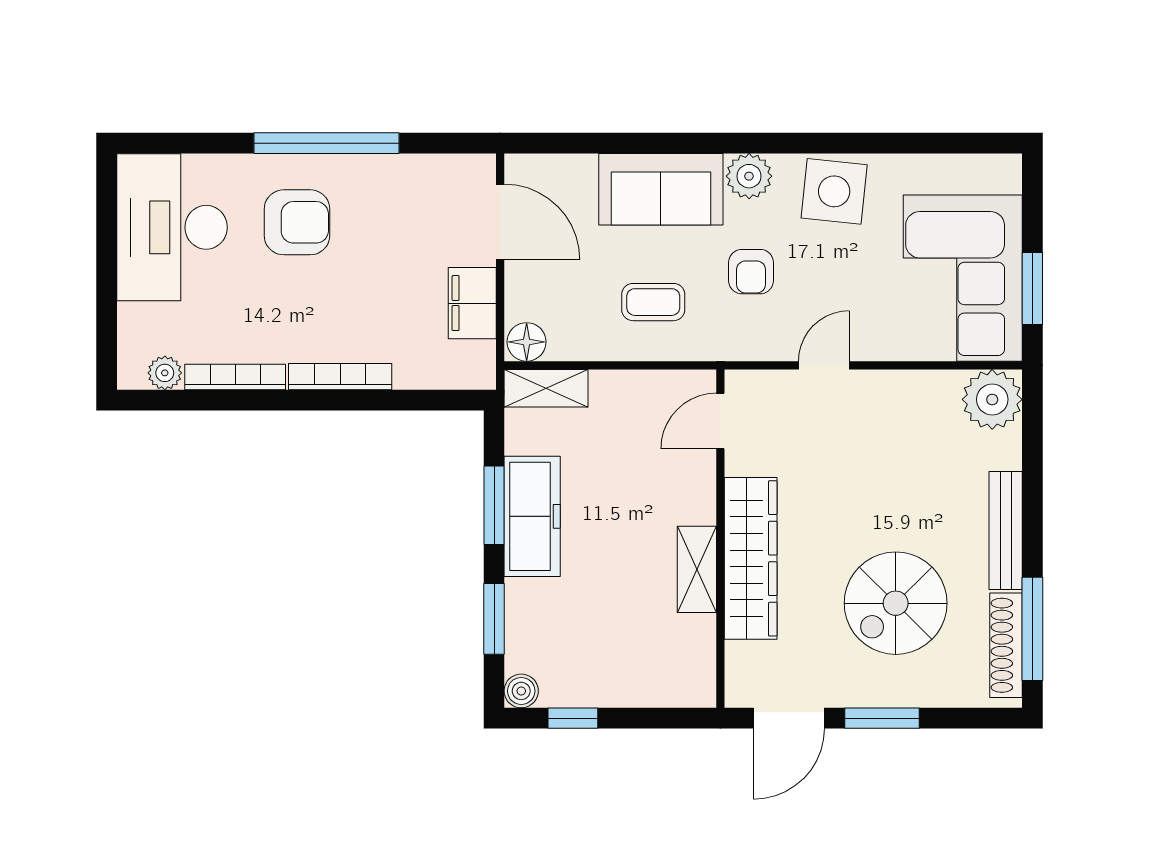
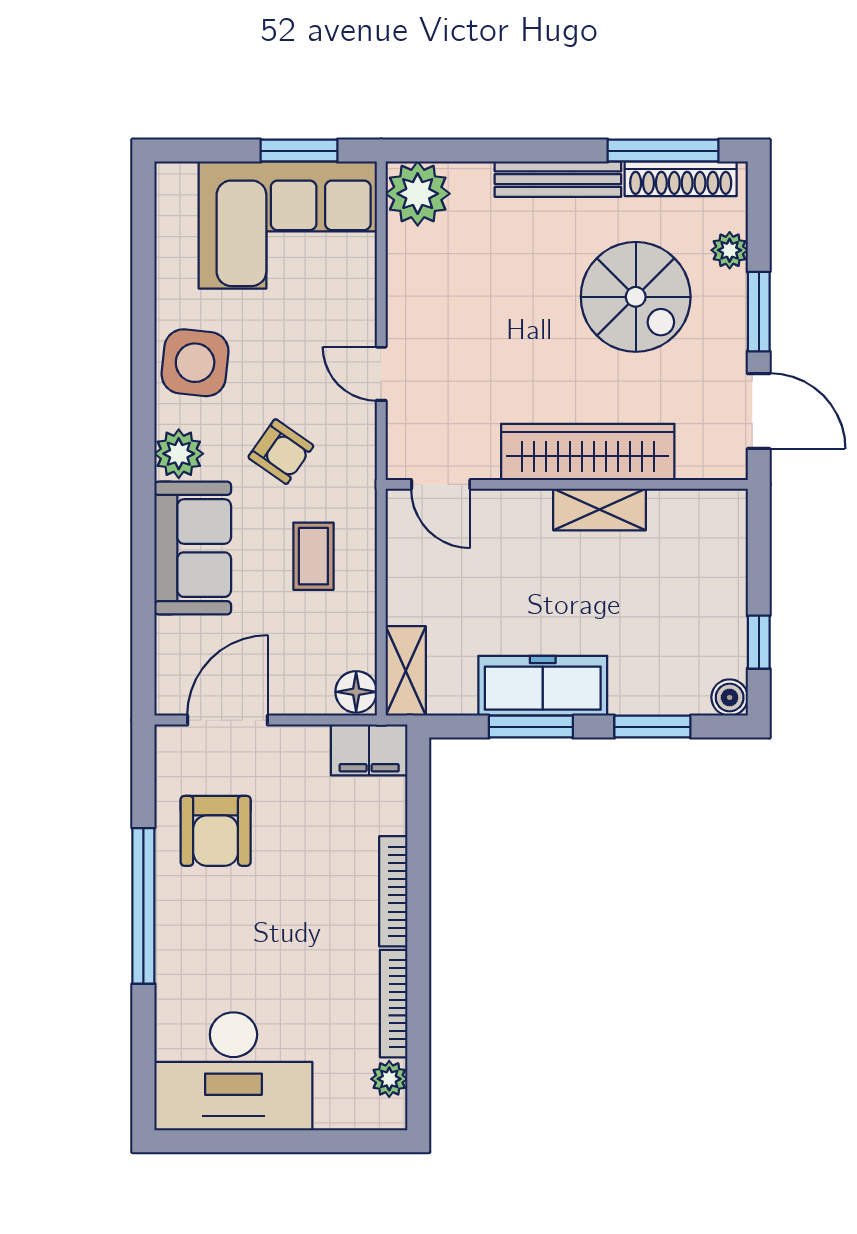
armchair: (297, 222) -> (216, 831), moved, turned 180
armchair: (751, 272) -> (281, 452), turned 35
filing cabinet: (472, 303) -> (369, 750), moved
plant: (939, 691) -> (730, 250), added

